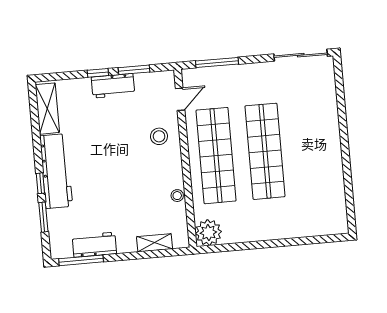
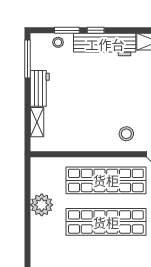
stool: (177, 196) -> (58, 42), moved
plant: (208, 233) -> (42, 205), moved
workbench: (94, 245) -> (40, 88), moved

